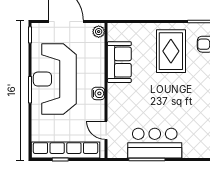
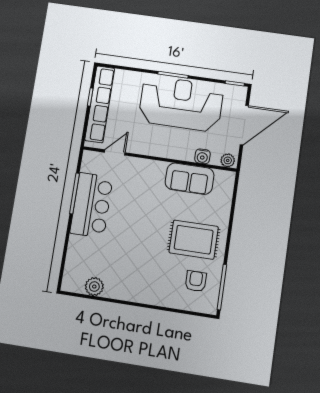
water cooler: (98, 93) -> (202, 156), moved

